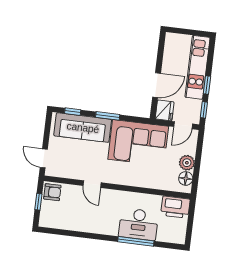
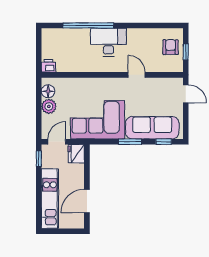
door: (157, 85) -> (87, 201), moved
window: (207, 85) -> (39, 183), removed
armchair: (52, 192) -> (171, 47), moved, turned 90
printer: (175, 207) -> (48, 66), width x0.53, depth x0.68
desk: (138, 224) -> (108, 42), moved
window: (136, 241) -> (88, 25), width x1.46

